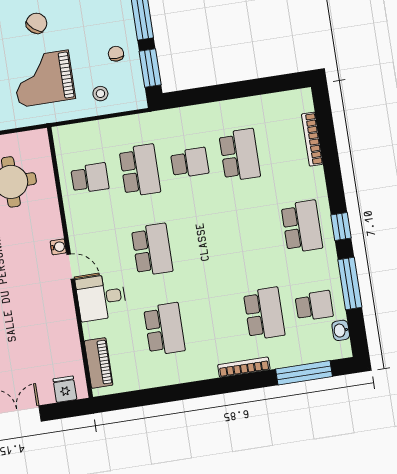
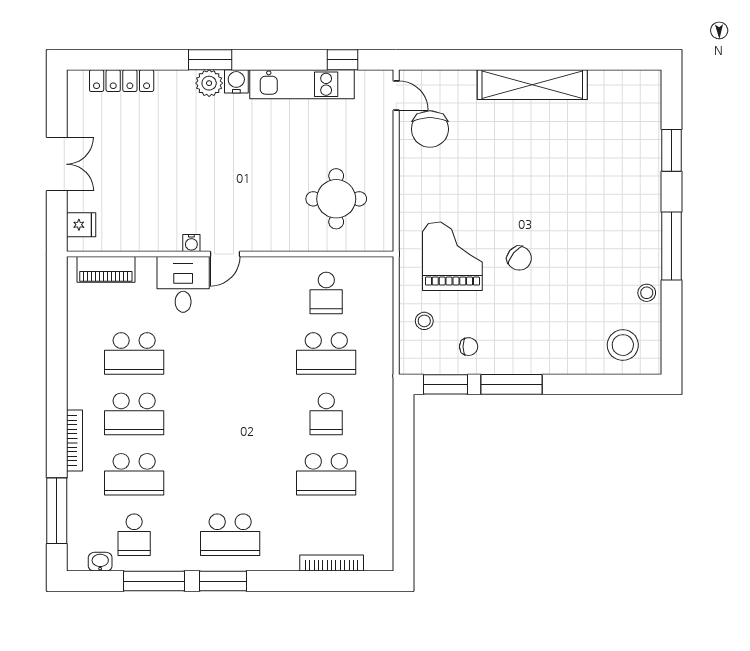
window: (341, 227) -> (223, 581), width x1.50
water cooler: (58, 247) -> (191, 243), moved
school desk: (152, 250) -> (134, 414), moved

